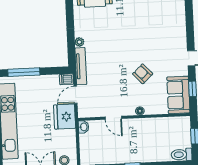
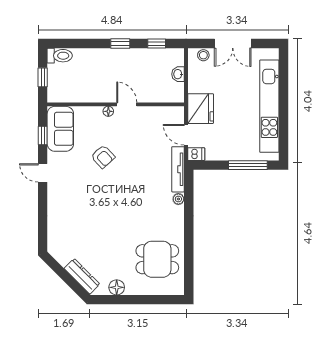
door: (76, 95) -> (186, 135), swing flipped
door: (113, 118) -> (127, 104), moved
washbasin: (83, 127) -> (178, 74), moved

